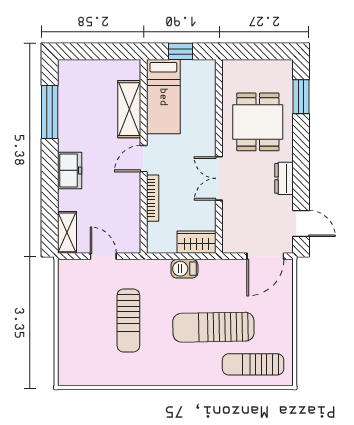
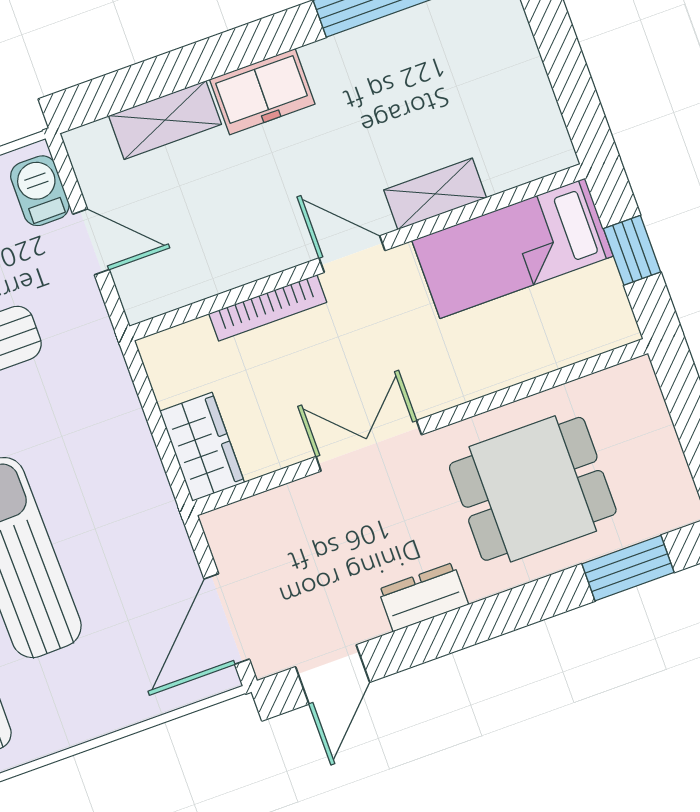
shelving: (129, 109) -> (435, 194), width x0.67, depth x0.75
shelving: (67, 232) -> (165, 120), moved
door: (103, 256) -> (91, 242), hinge flipped
door: (265, 256) -> (227, 619), hinge flipped
barbecue: (184, 269) -> (40, 191), moved

